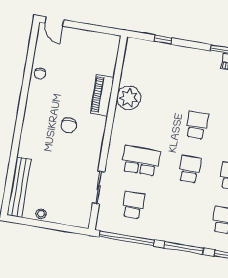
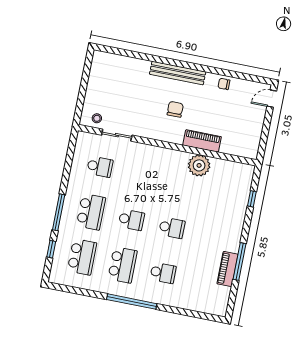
chair: (69, 125) -> (175, 109), turned 90
school desk: (141, 161) -> (91, 212), moved
bench: (19, 187) -> (178, 73), moved
stool: (41, 214) -> (97, 118), moved
window: (127, 238) -> (69, 160), removed

